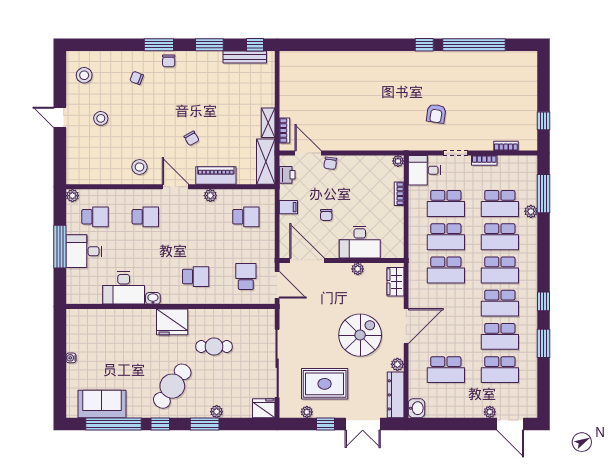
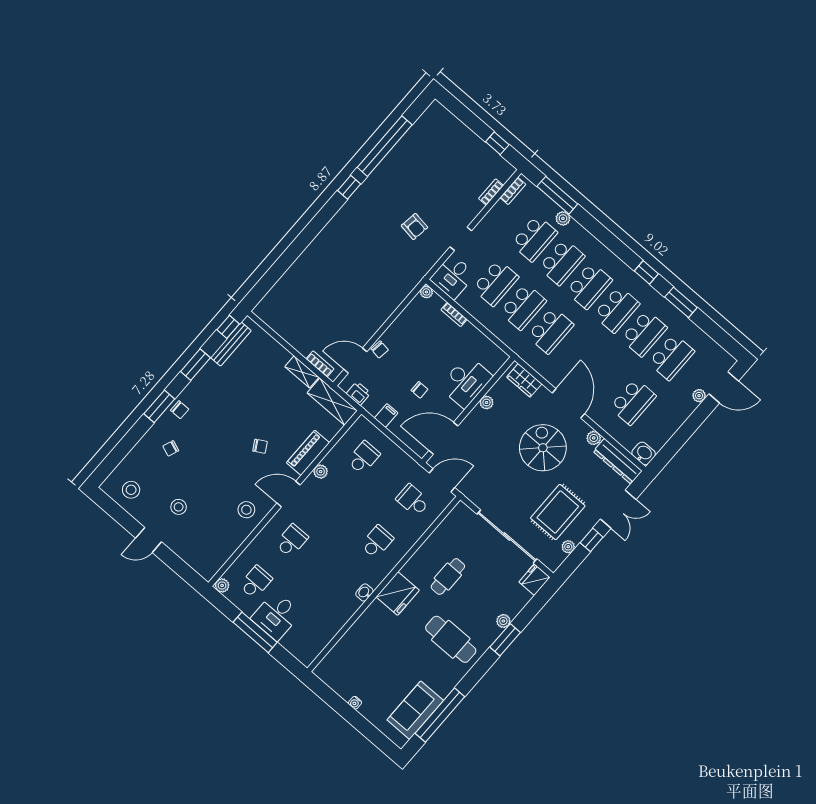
bookcase: (484, 160) -> (513, 191), moved
desk: (124, 288) -> (335, 609), removed
cafe table: (172, 386) -> (451, 639), turned -36
window: (160, 424) -> (473, 676), removed

